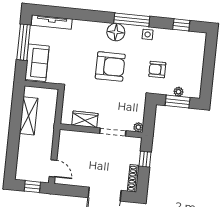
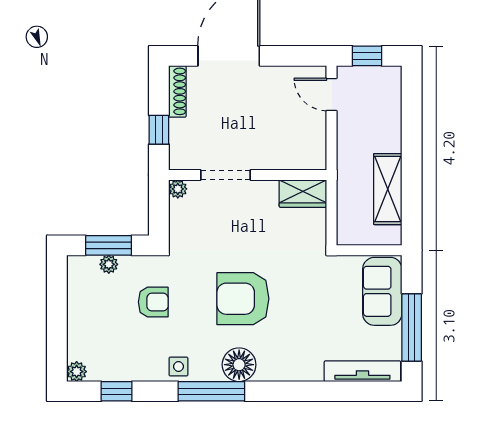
plant: (201, 37) -> (77, 372), added
wardrobe: (85, 119) -> (303, 194), moved

